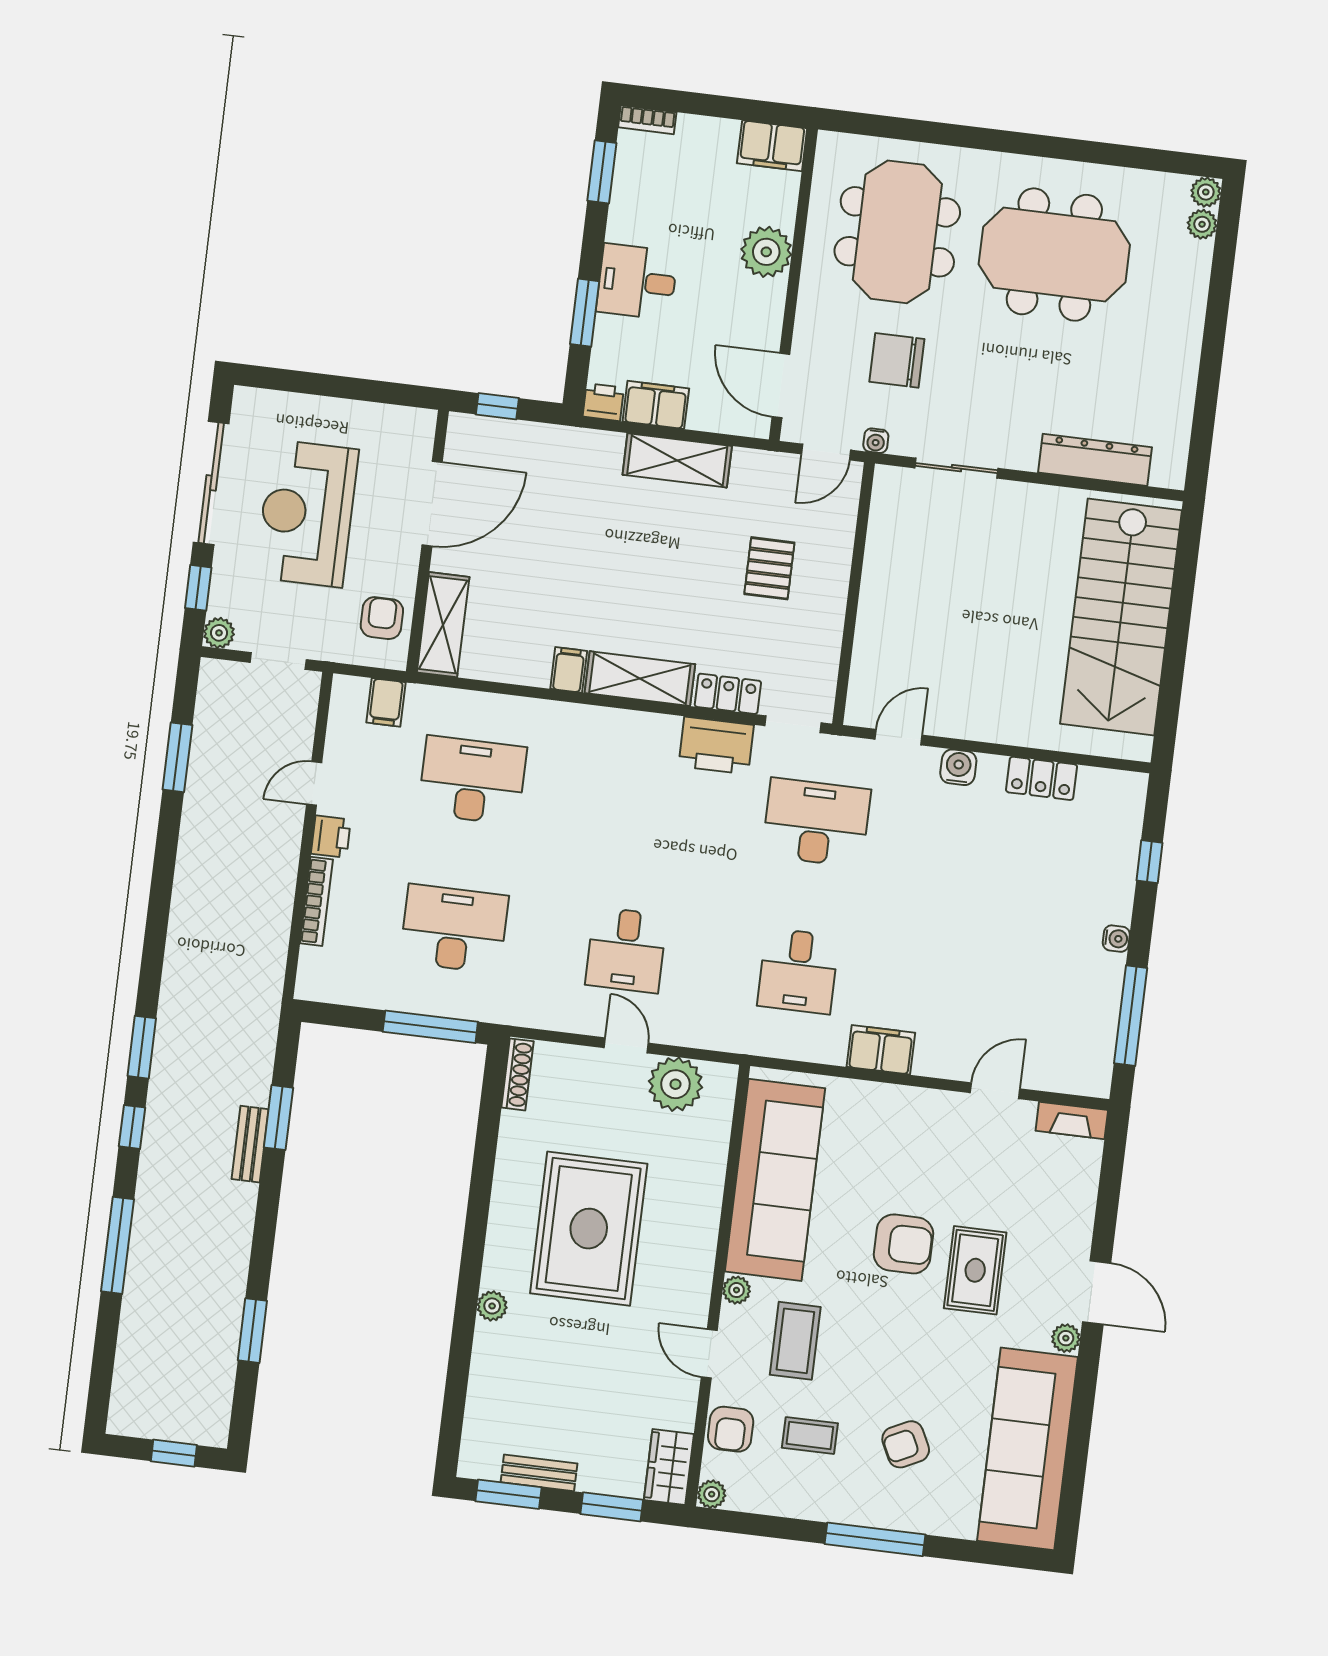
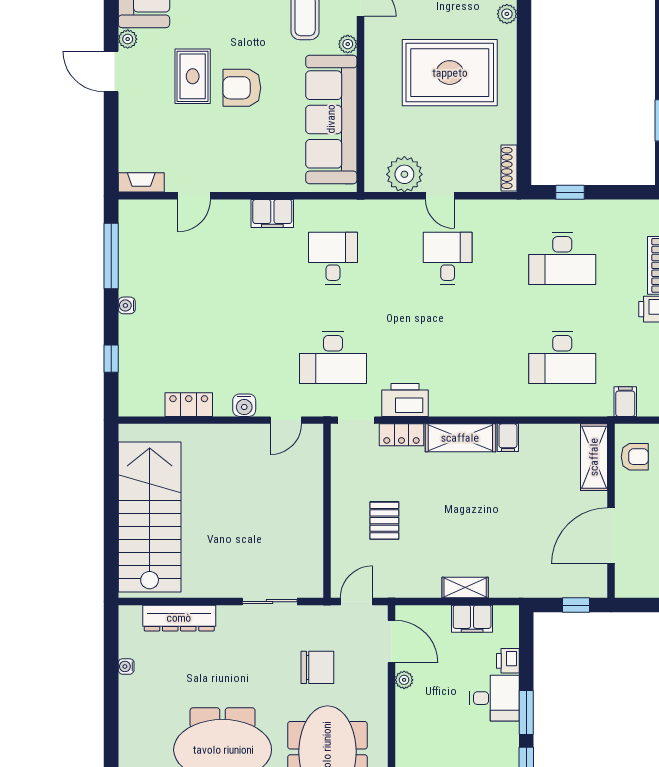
plant: (766, 252) -> (404, 680), moved, width x0.53, depth x0.53
window: (585, 313) -> (526, 712), moved
printer: (603, 402) -> (508, 661), moved, turned 90
water cooler: (876, 441) -> (126, 666), moved, turned -90
shelving: (677, 460) -> (465, 588), width x0.67, depth x0.75
armchair: (382, 618) -> (635, 457), turned -90
window: (430, 1027) -> (570, 192), width x0.46
rug: (589, 1229) -> (450, 73), turned 90

